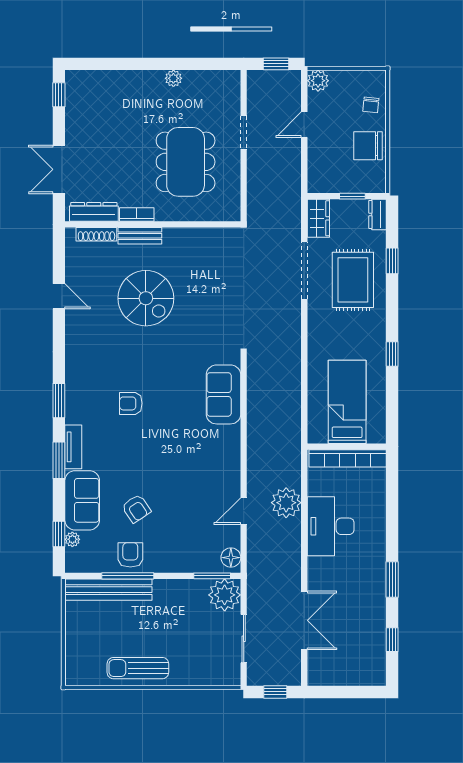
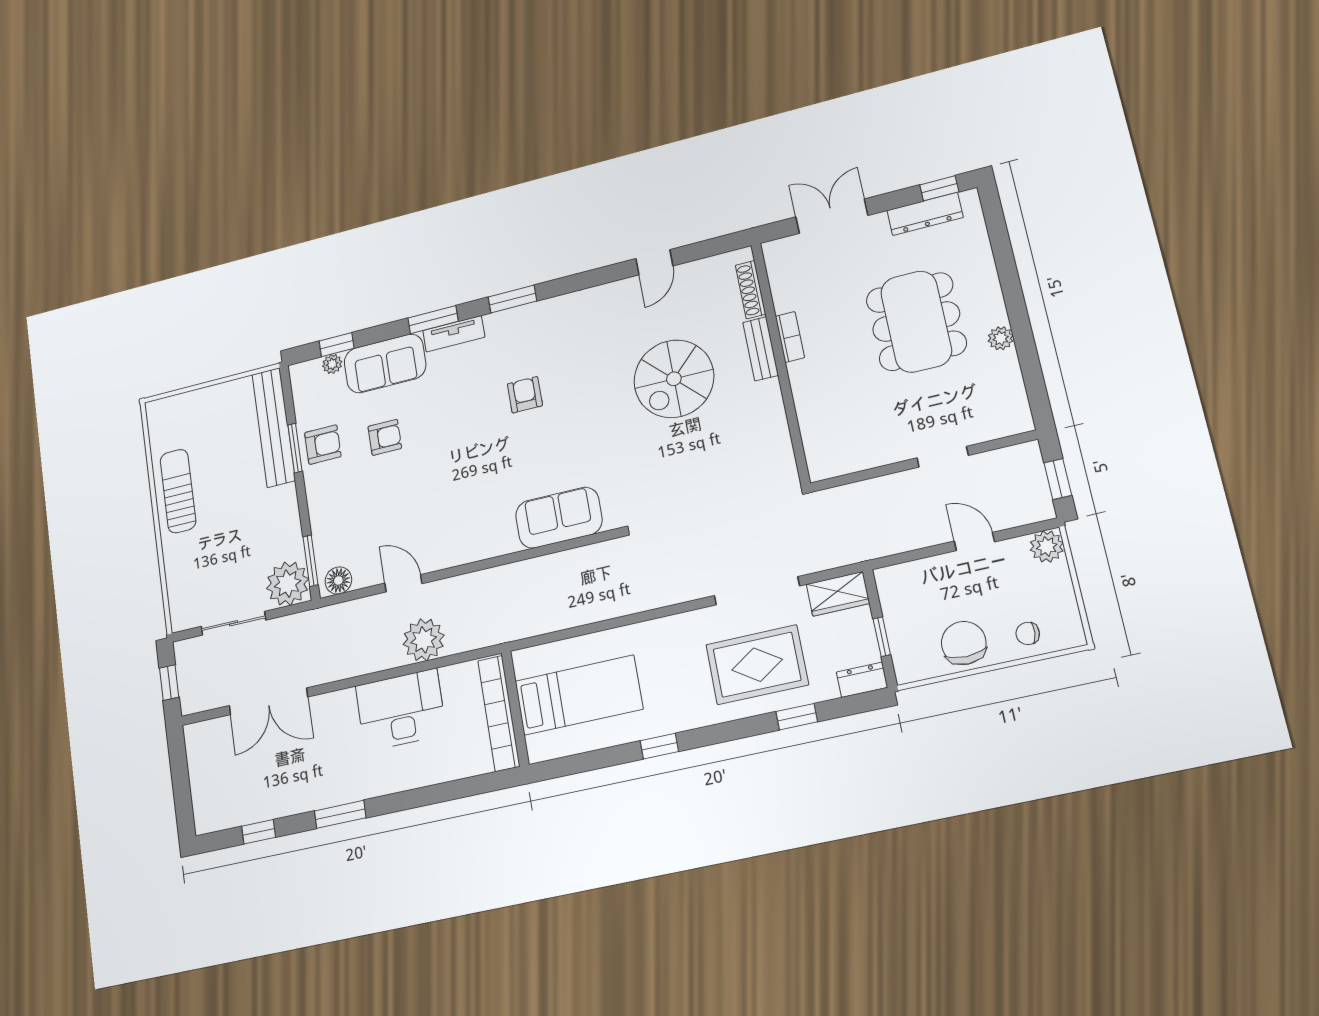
dining table: (186, 162) -> (916, 322), moved, turned 90
dresser: (94, 212) -> (925, 214), moved, turned 90
armchair: (136, 509) -> (385, 437), turned -146
window: (128, 576) -> (295, 448), width x0.69

